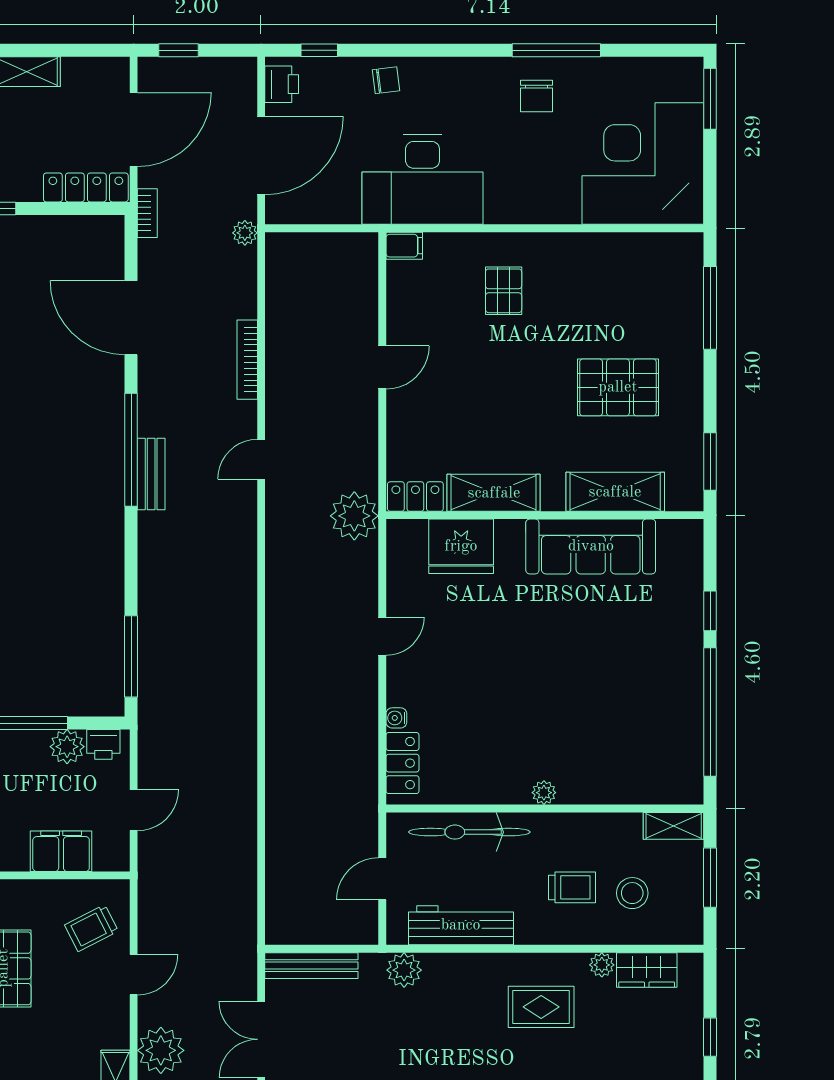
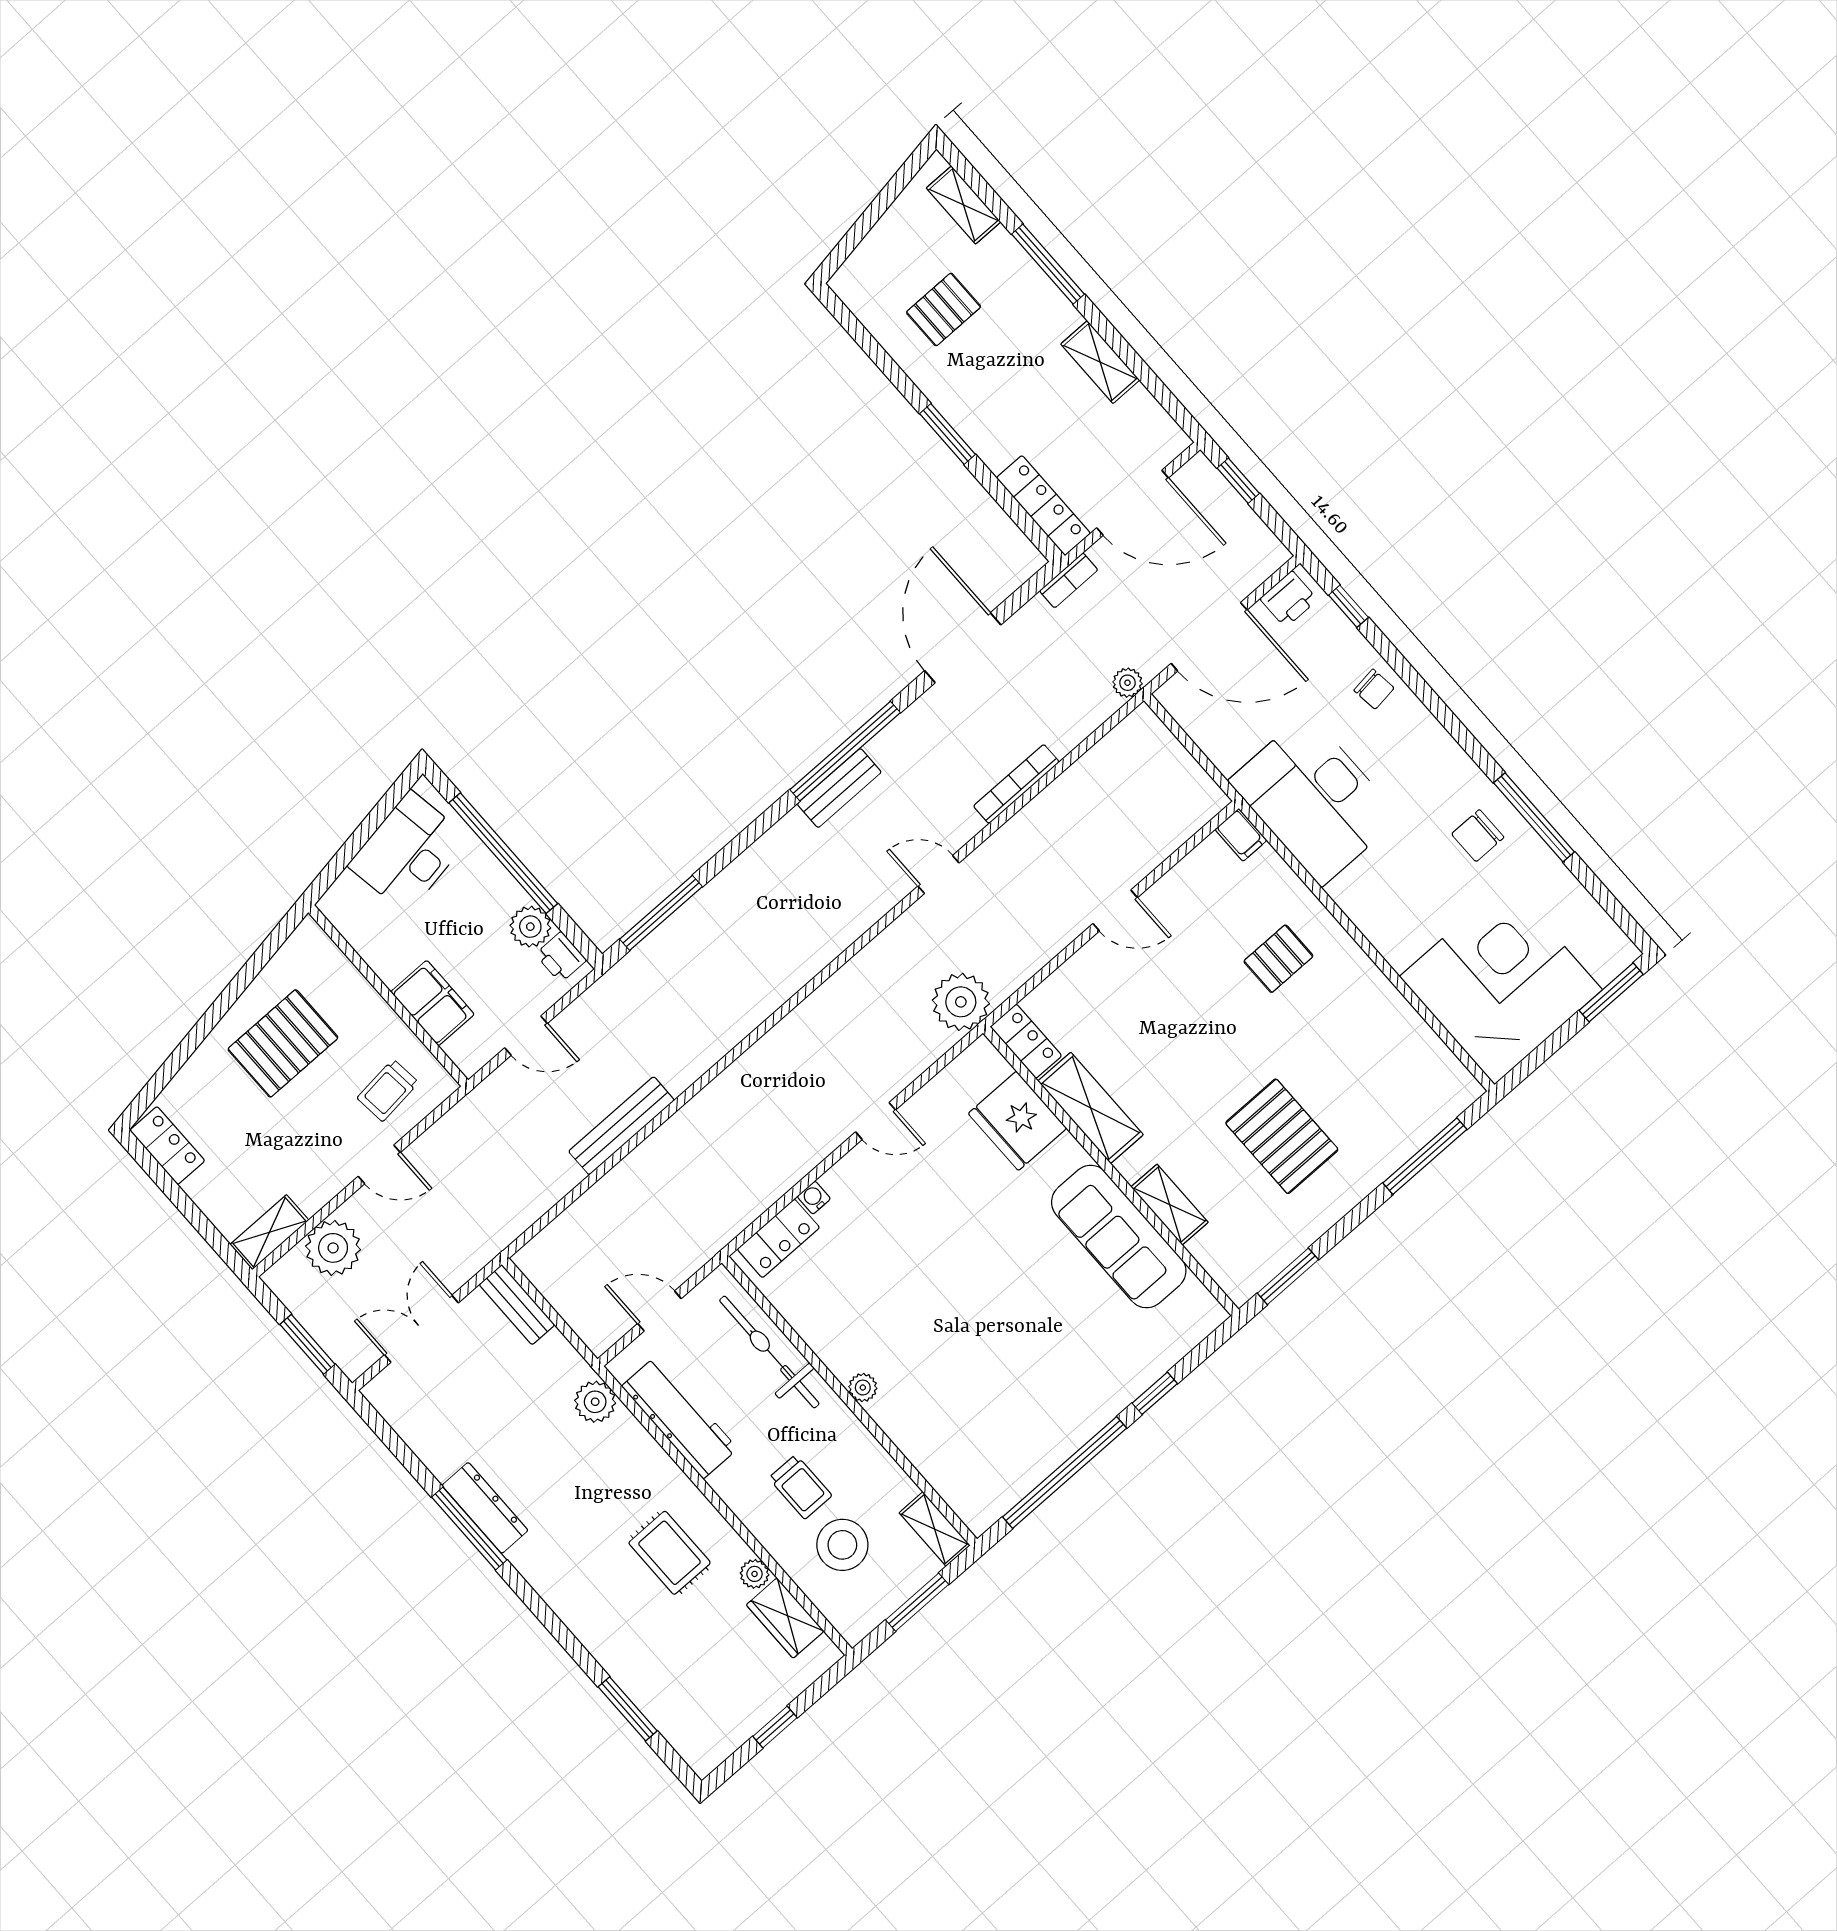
shelving: (615, 492) -> (1170, 1205), width x0.67, depth x0.75
bench: (244, 800) -> (621, 1126), added
stool: (632, 893) -> (842, 1545), width x1.38, depth x1.38
trolley: (91, 928) -> (388, 1090), turned -69
bench: (311, 966) -> (517, 1305), width x0.73

